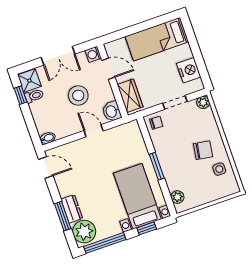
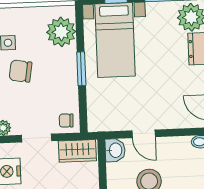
wardrobe: (130, 96) -> (77, 151), moved, turned -90
plant: (177, 197) -> (61, 32), width x1.88, depth x1.88

